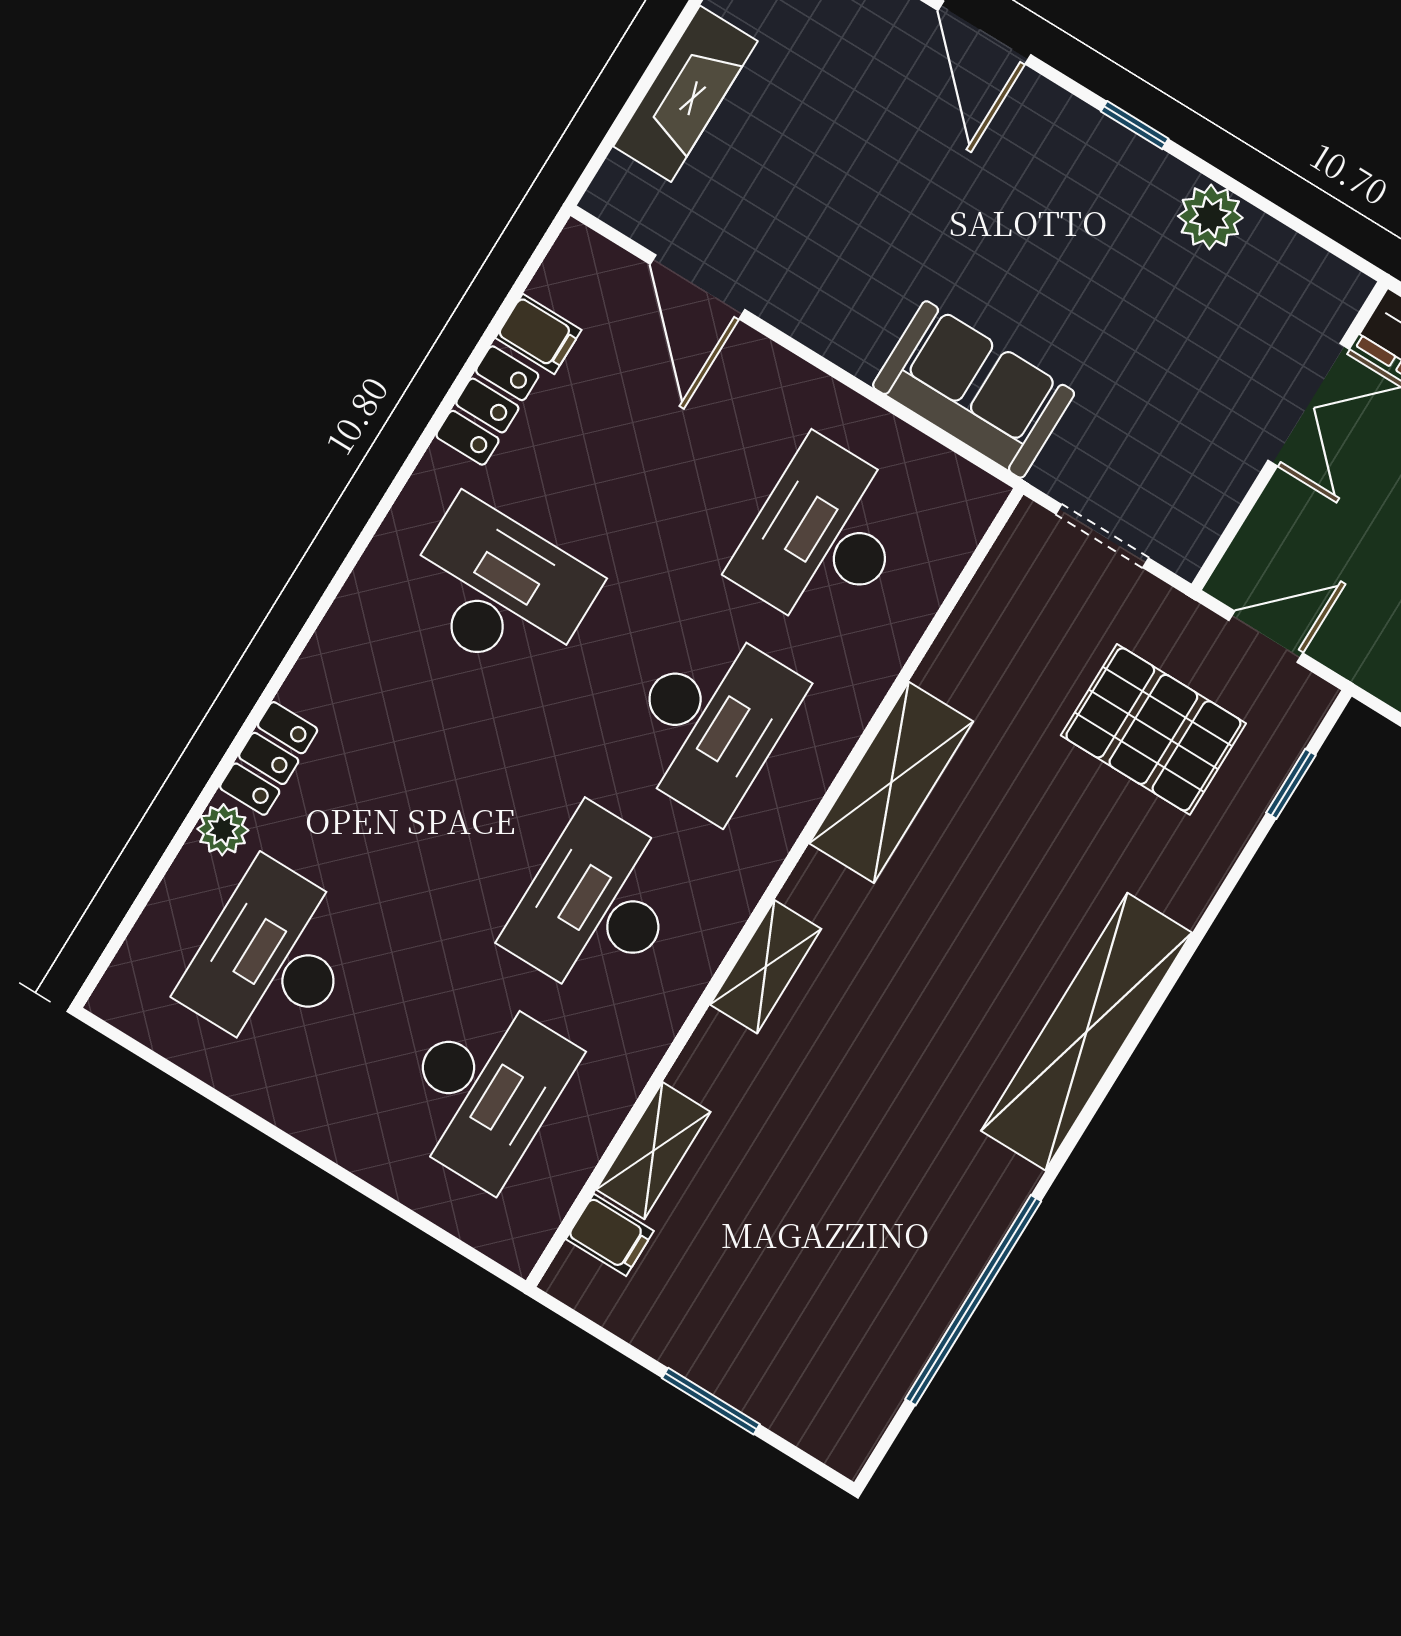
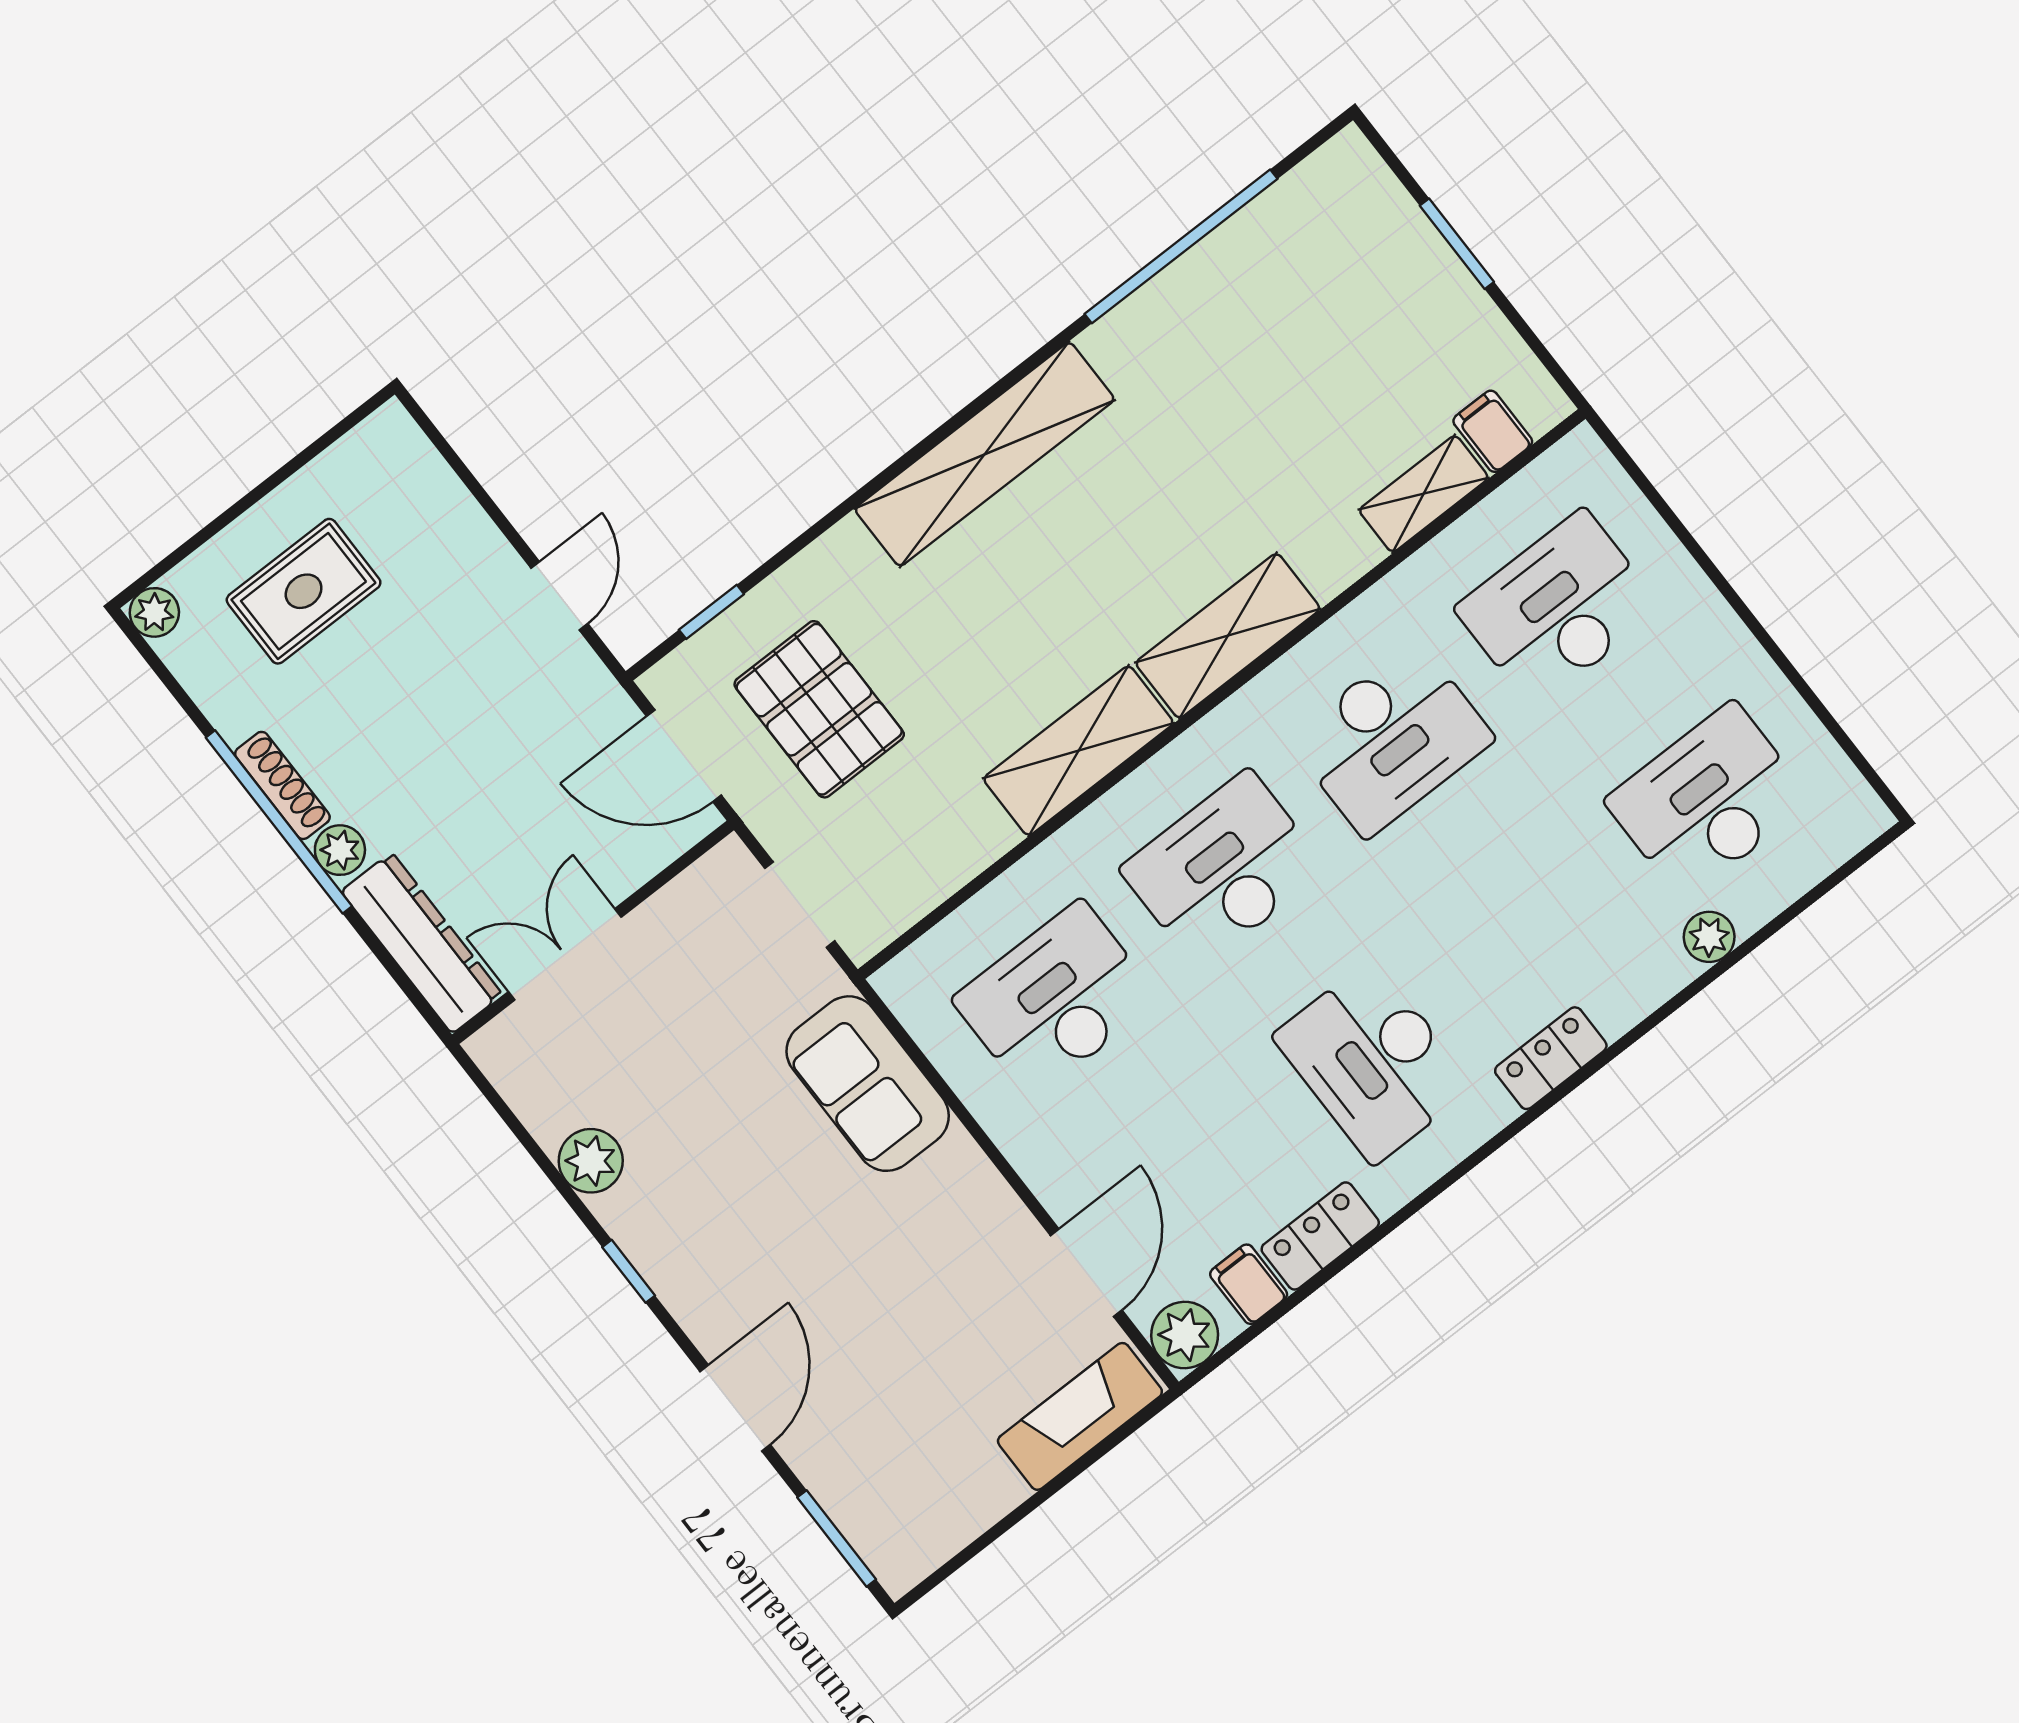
fireplace: (685, 94) -> (1080, 1416), moved
plant: (581, 263) -> (1185, 1335), added
desk: (824, 537) -> (1056, 999), turned 180
door: (1266, 637) -> (684, 756), width x1.38
locker: (269, 758) -> (1551, 1058), moved
desk: (272, 959) -> (1708, 801), turned 180
shelving: (766, 967) -> (1228, 636), width x1.50, depth x1.33

